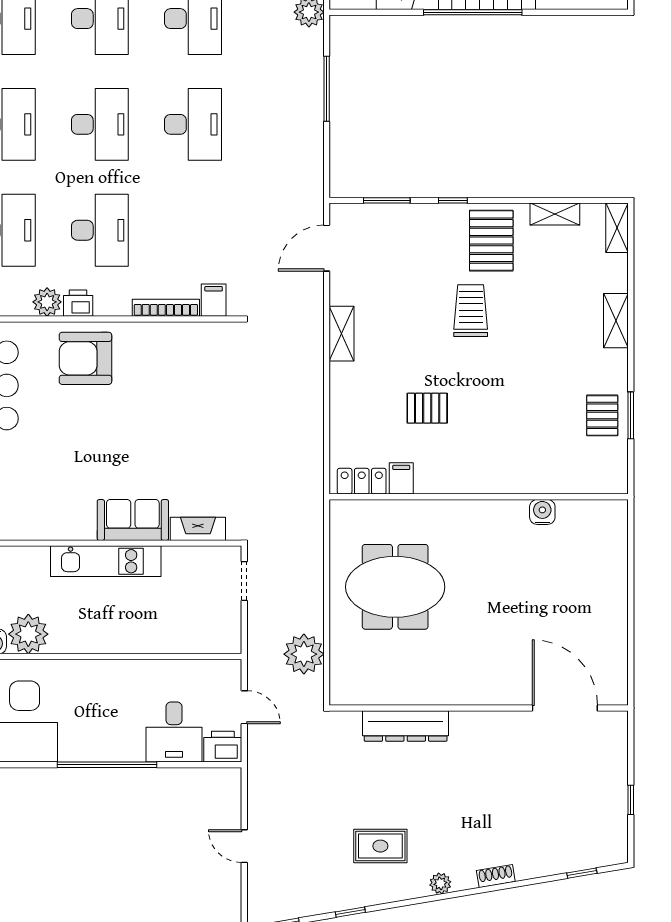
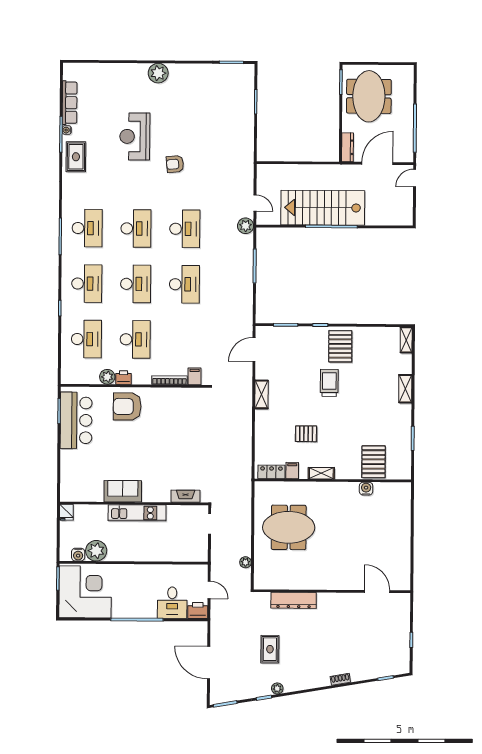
shelving: (555, 214) -> (321, 473), moved
pallet: (602, 415) -> (374, 462), moved, width x1.50, depth x1.42
sofa: (133, 520) -> (123, 491), moved
plant: (304, 654) -> (245, 562), width x0.53, depth x0.53
door: (565, 708) -> (377, 592), width x0.73
door: (244, 846) -> (209, 663), width x1.88
rug: (380, 846) -> (270, 649), moved, turned 90
plant: (440, 883) -> (277, 688), moved

